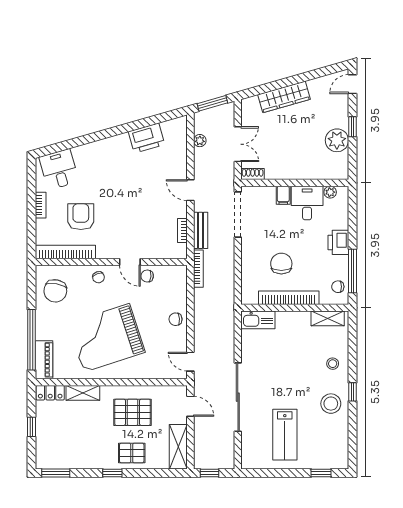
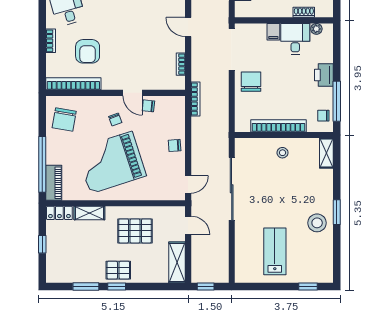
shoe rack: (253, 174) -> (304, 12), moved
armchair: (81, 217) -> (88, 51), turned 180
bench: (201, 230) -> (197, 64), removed
chair: (281, 264) -> (251, 82), moved
chair: (98, 277) -> (115, 120), moved
shelving: (328, 318) -> (326, 153), moved, turned 90
kitchen sink: (258, 320) -> (250, 146), removed
door: (190, 362) -> (188, 184), swing flipped
stool: (333, 364) -> (283, 153), moved
window: (352, 392) -> (337, 212), width x1.50
sliding door: (238, 397) -> (232, 189), moved
lab bench: (285, 435) -> (275, 251), turned 180
pallet: (132, 453) -> (118, 270), moved
window: (56, 473) -> (86, 287), moved

